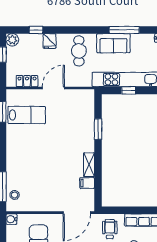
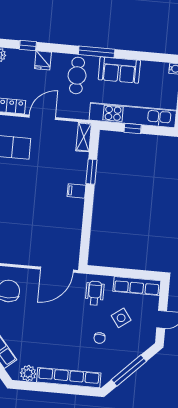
window: (124, 30) -> (97, 52), moved
shelving: (89, 165) -> (84, 137), moved
filing cabinet: (87, 183) -> (76, 191), moved

